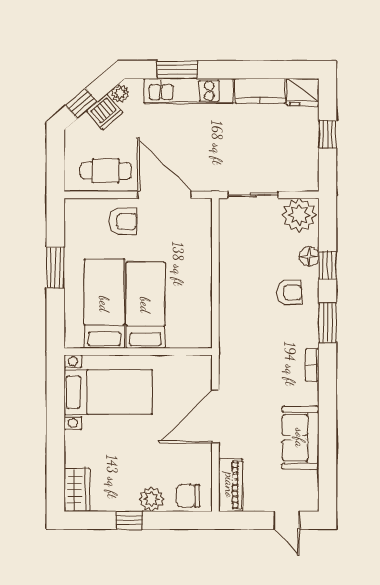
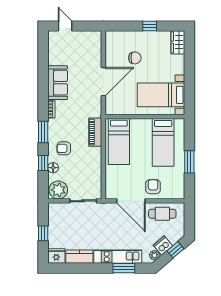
armchair: (123, 221) -> (153, 187), turned 90
bed: (145, 305) -> (119, 141), moved
sofa: (300, 438) -> (58, 83), moved
piano: (230, 485) -> (95, 132), moved
chair: (188, 496) -> (135, 58), moved
plant: (152, 499) -> (138, 37), removed

